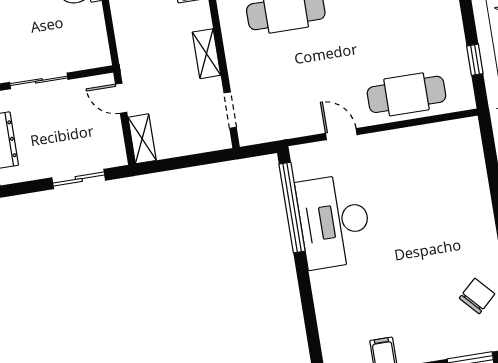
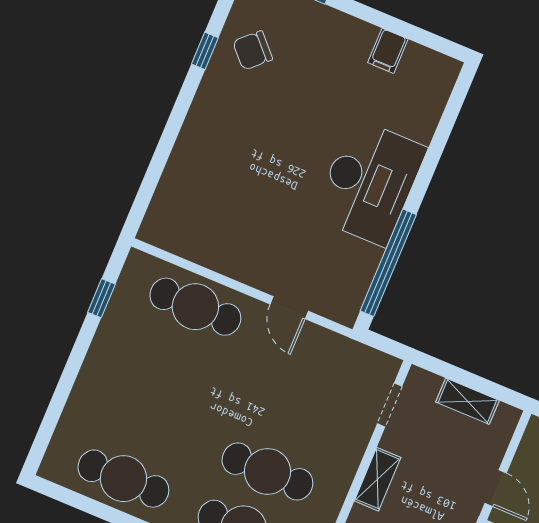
shelving: (142, 139) -> (467, 401), moved, turned 90
desk: (334, 221) -> (369, 182), moved

